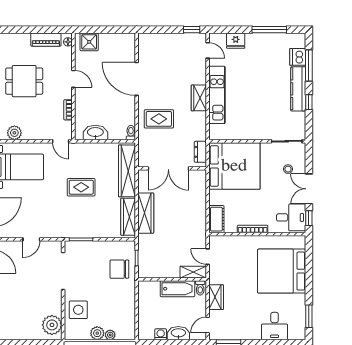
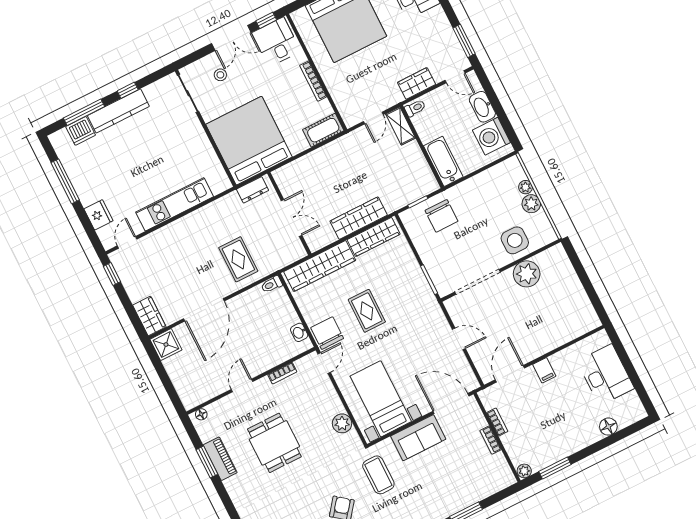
window: (34, 30) -> (207, 462), added
piano: (46, 40) -> (220, 459), moved
shower: (89, 42) -> (166, 345), moved
wardrobe: (199, 98) -> (149, 316), moved, turned -90
washbasin: (95, 133) -> (299, 332), width x0.52, depth x0.69
chair: (80, 153) -> (327, 333), added
double door: (168, 168) -> (292, 218), width x0.73
bathtub: (178, 289) -> (443, 161), moved
plant: (52, 325) -> (527, 274), moved
washing machine: (161, 334) -> (491, 136), width x1.89, depth x1.89

